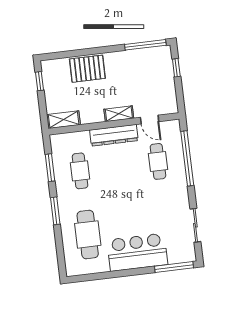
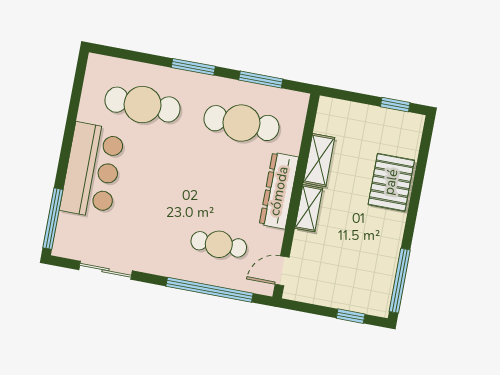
door: (150, 119) -> (282, 271), moved
shelving: (64, 120) -> (319, 160), moved
cafe table: (80, 171) -> (241, 123), width x1.37, depth x1.35

